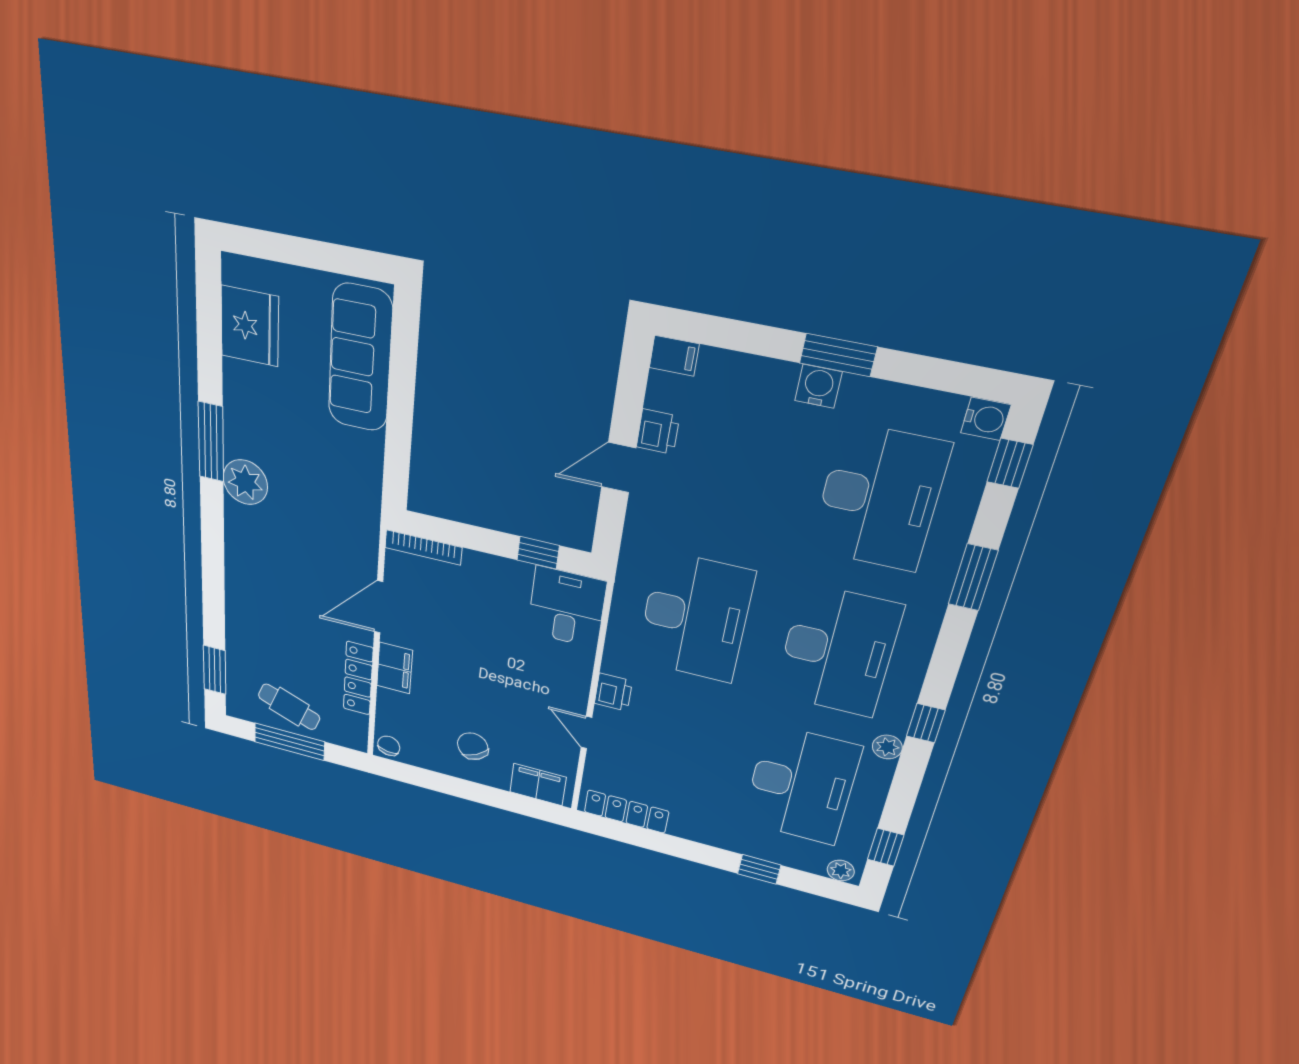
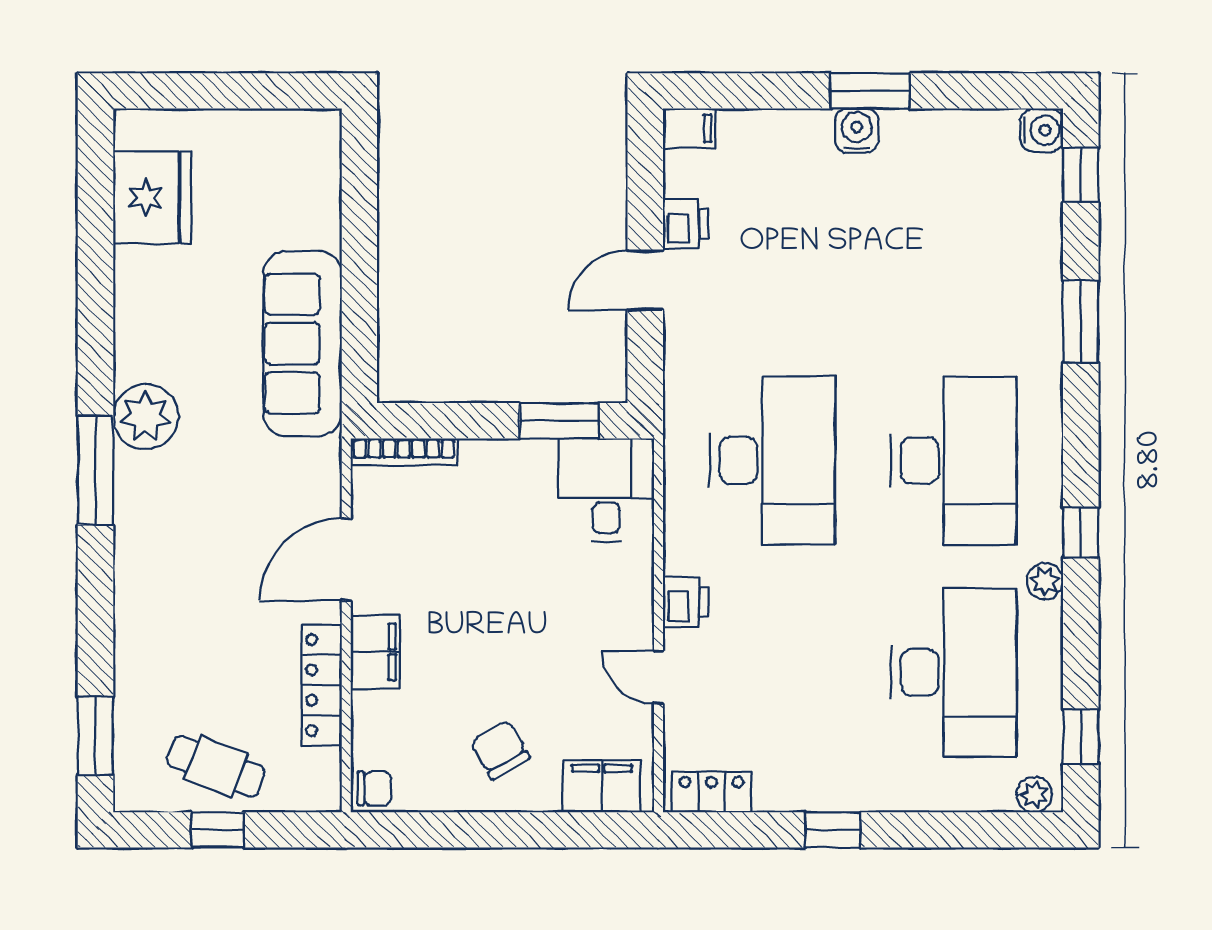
sofa: (360, 358) -> (302, 343), moved
window: (211, 442) -> (95, 470), moved
desk: (879, 498) -> (954, 248), removed
window: (538, 553) -> (559, 421), width x1.50
window: (289, 742) -> (218, 830), width x0.46
chair: (389, 746) -> (374, 789), turned 82
locker: (626, 812) -> (711, 792), width x0.66
window: (759, 869) -> (833, 830), moved

